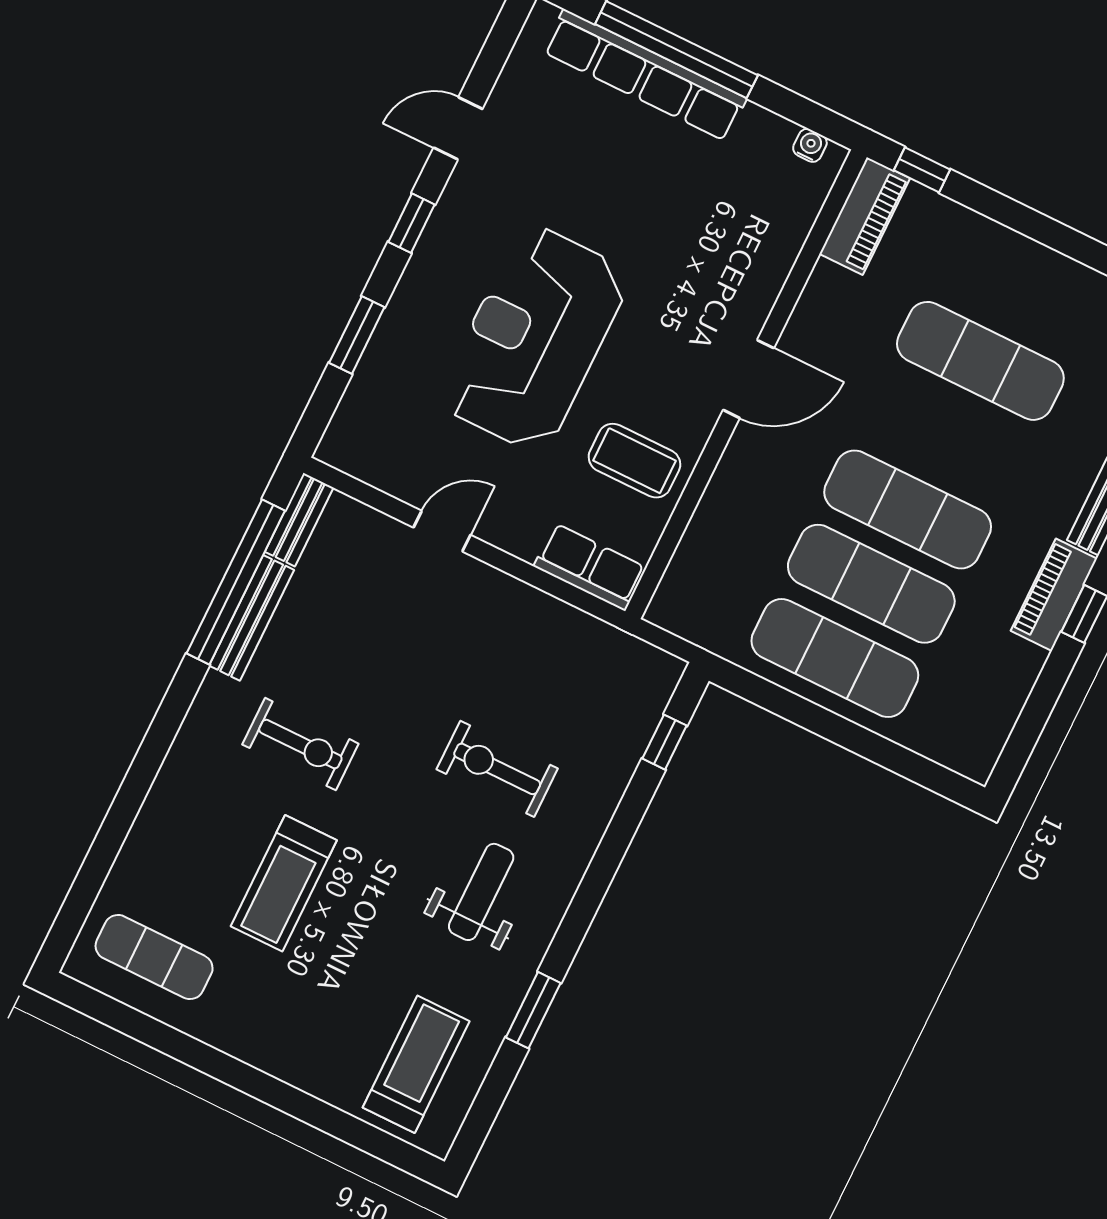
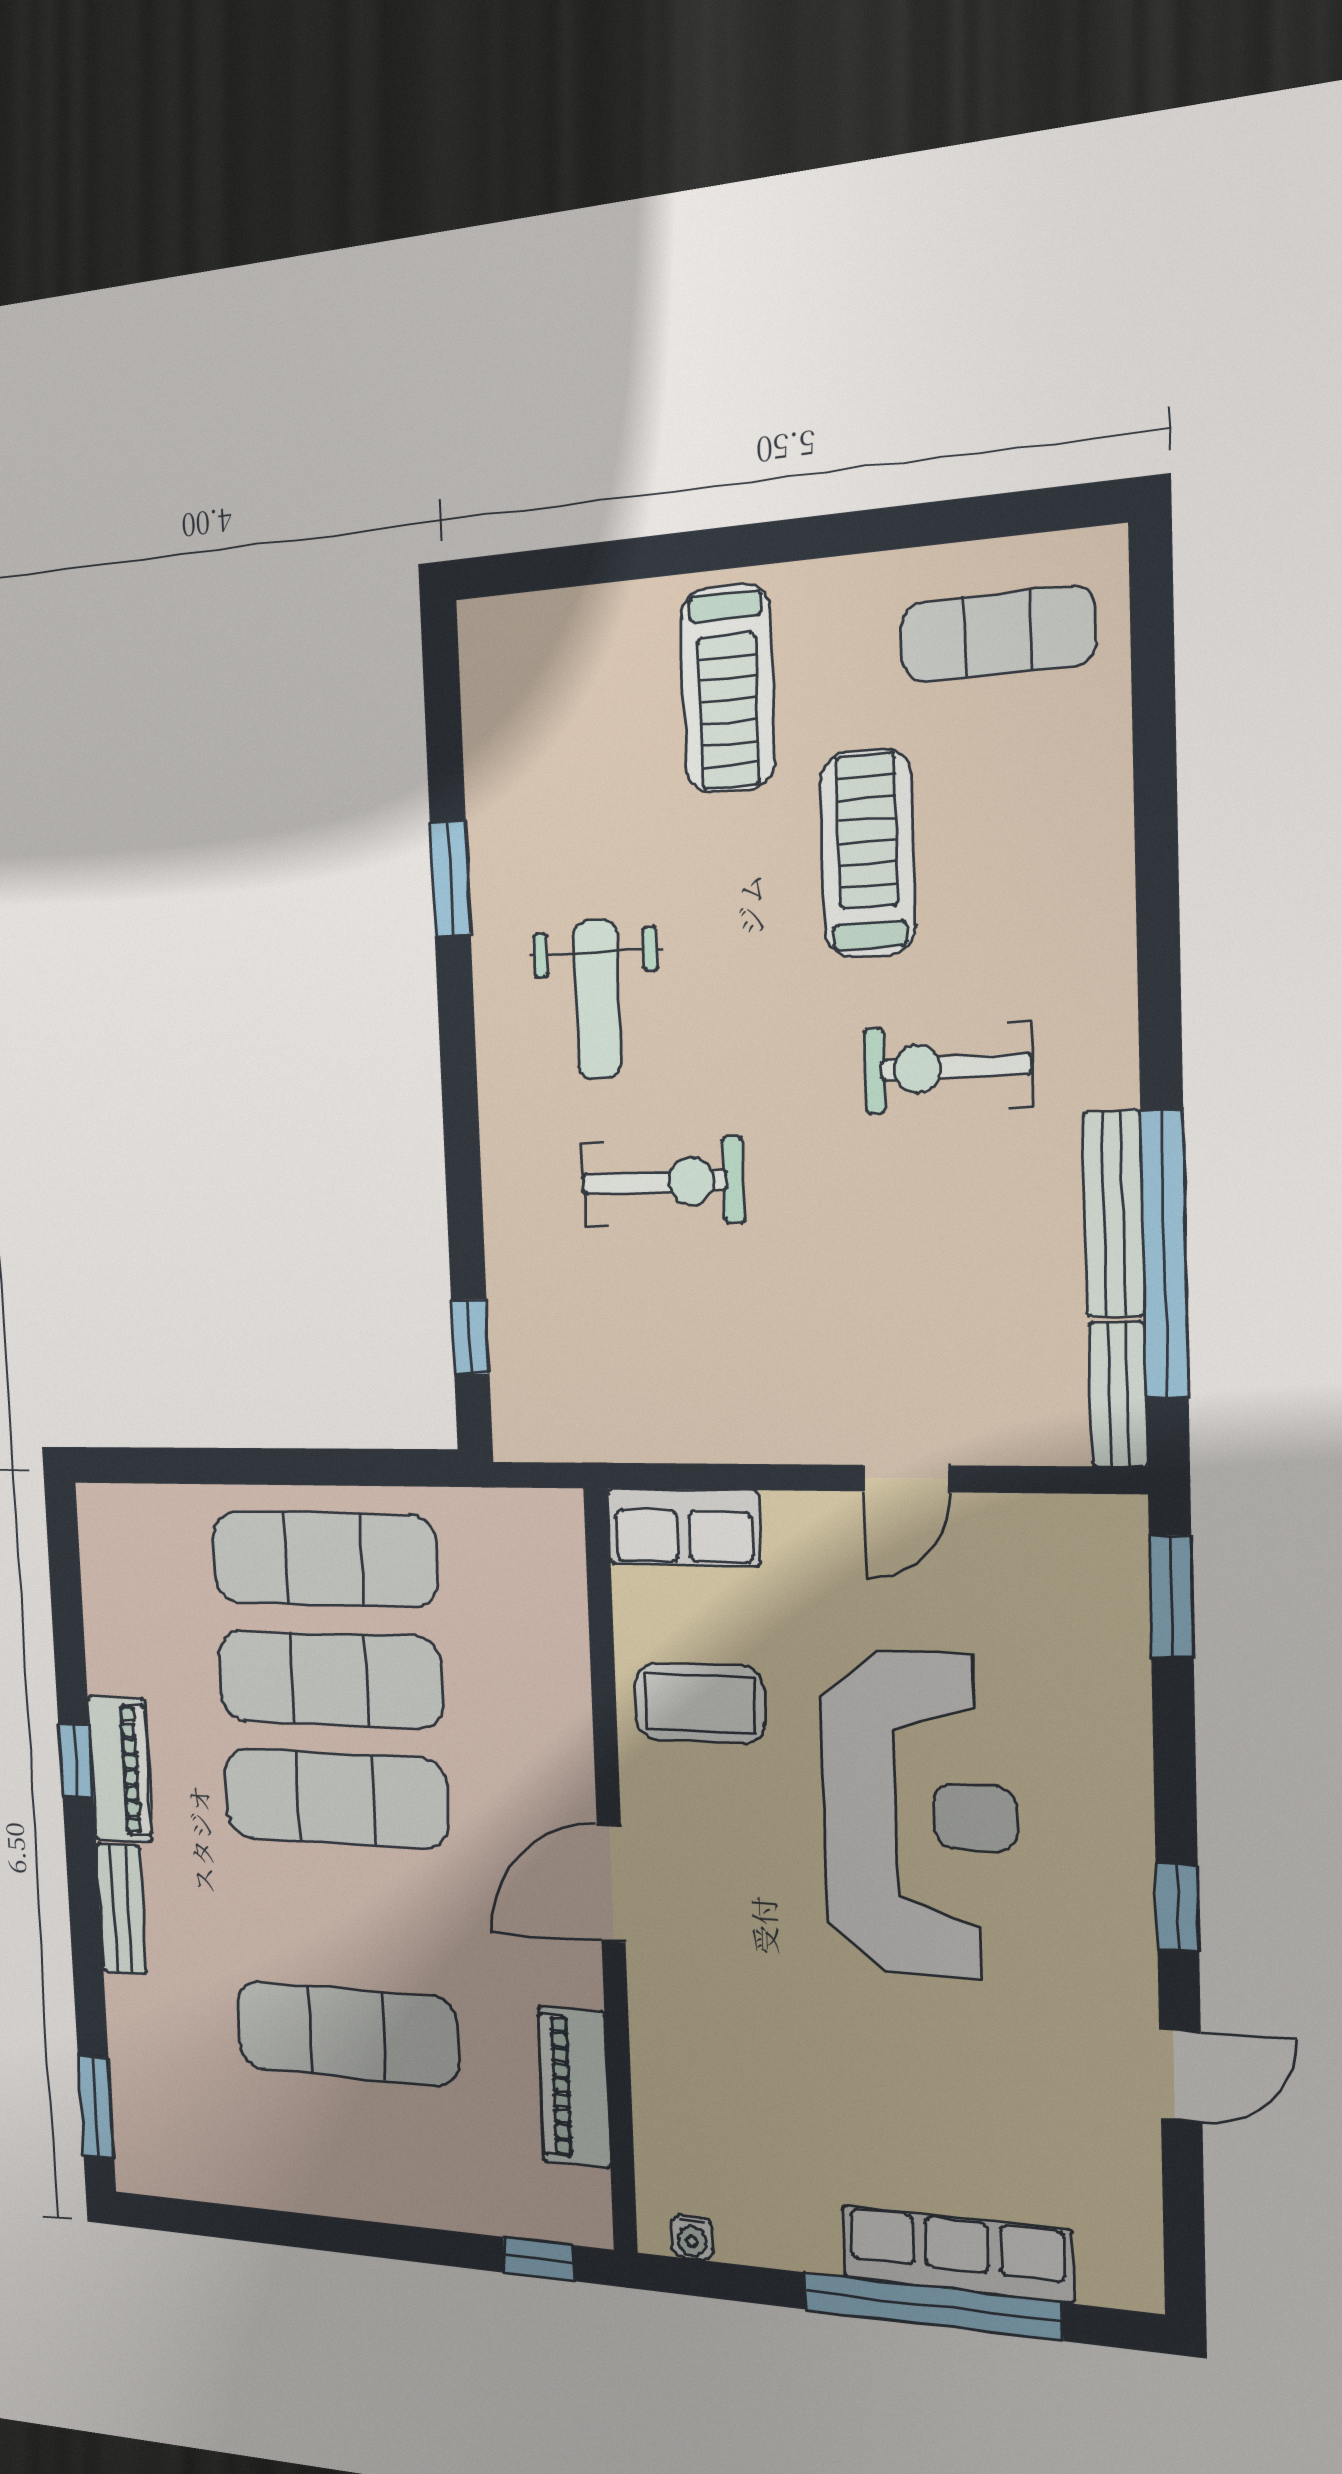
row of seats: (645, 75) -> (957, 2254), width x0.73
piano: (865, 216) -> (574, 2087), moved
window: (357, 335) -> (1171, 1596), moved
treadmill: (416, 1064) -> (728, 689), moved

